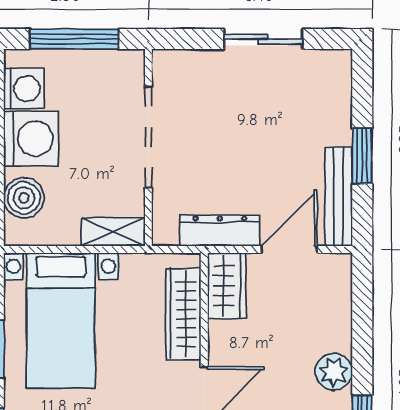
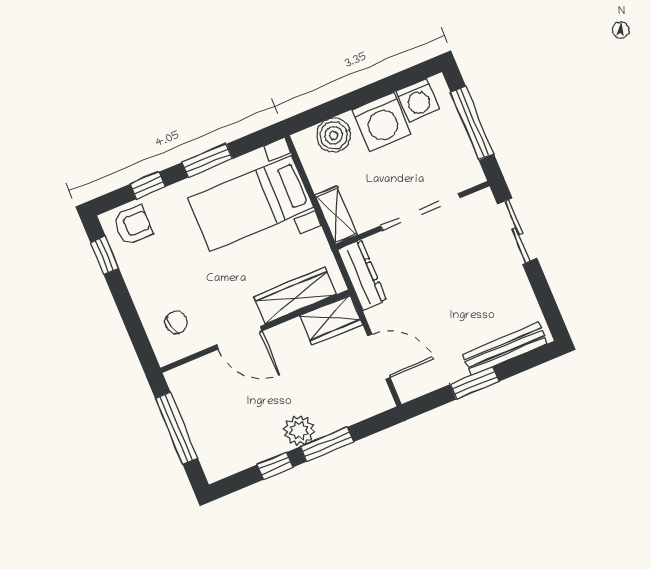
sliding door: (263, 39) -> (517, 231), moved
bench: (338, 197) -> (505, 349), moved
dresser: (220, 231) -> (362, 275), moved
window: (362, 347) -> (327, 444), added

